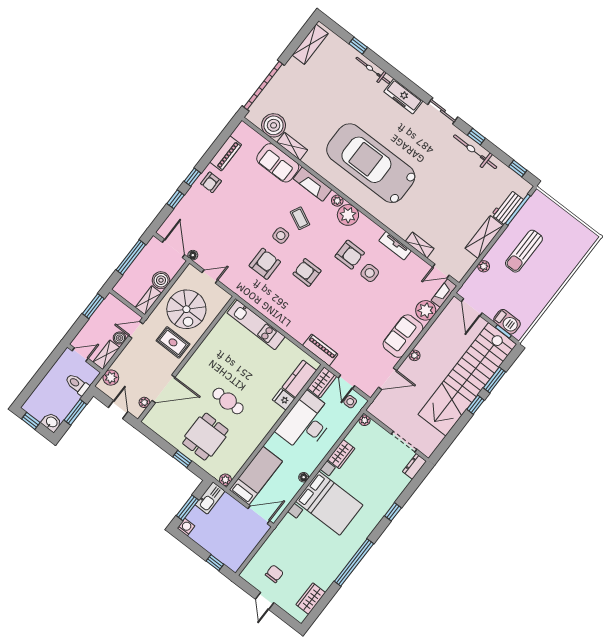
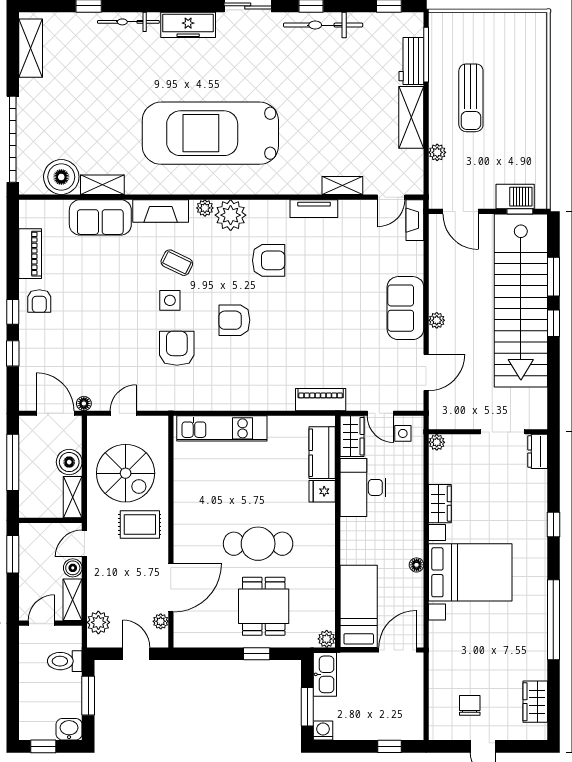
side table: (370, 273) -> (309, 264), removed
plant: (426, 310) -> (409, 257), removed
cafe table: (228, 401) -> (258, 544), width x1.37, depth x1.35
desk: (306, 423) -> (363, 487), width x0.73, depth x0.77

